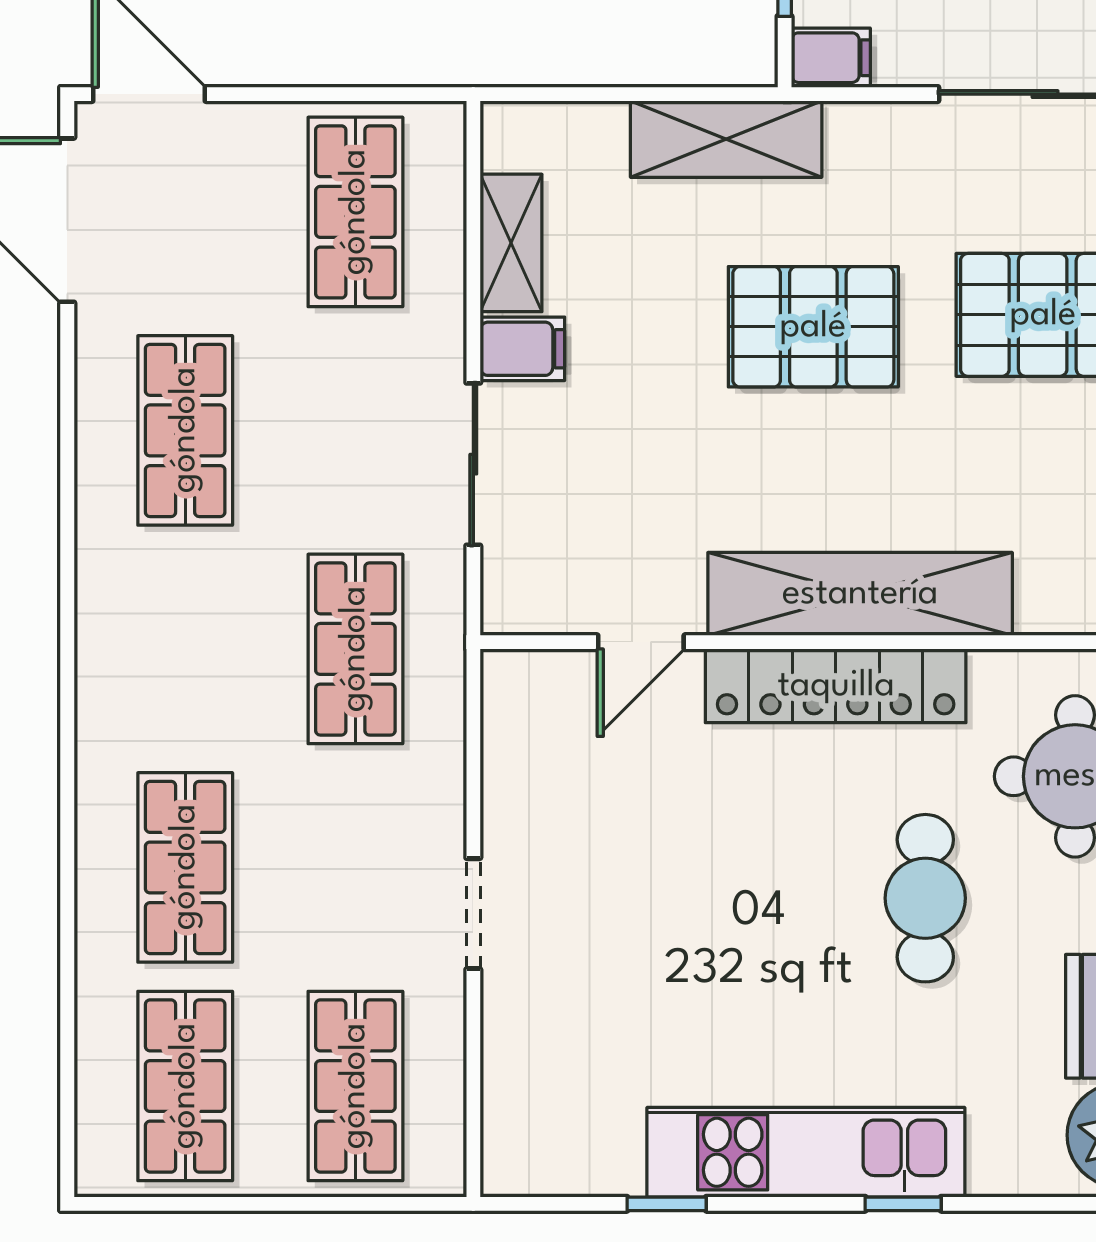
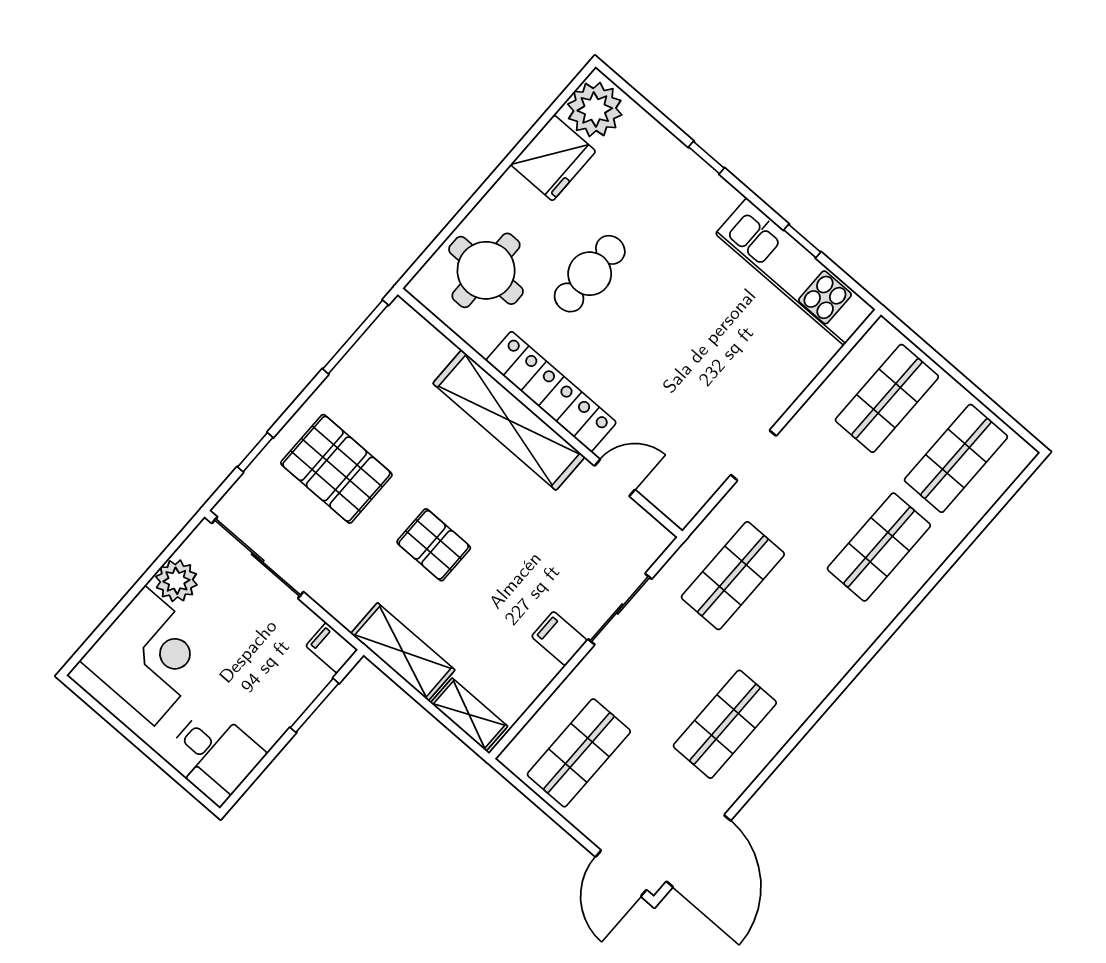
shelving: (511, 243) -> (469, 715), moved, turned 90
pallet: (813, 327) -> (434, 545), width x0.67, depth x0.71
doorway: (473, 914) -> (754, 455), moved
kitchen unit: (806, 1152) -> (795, 272), moved

